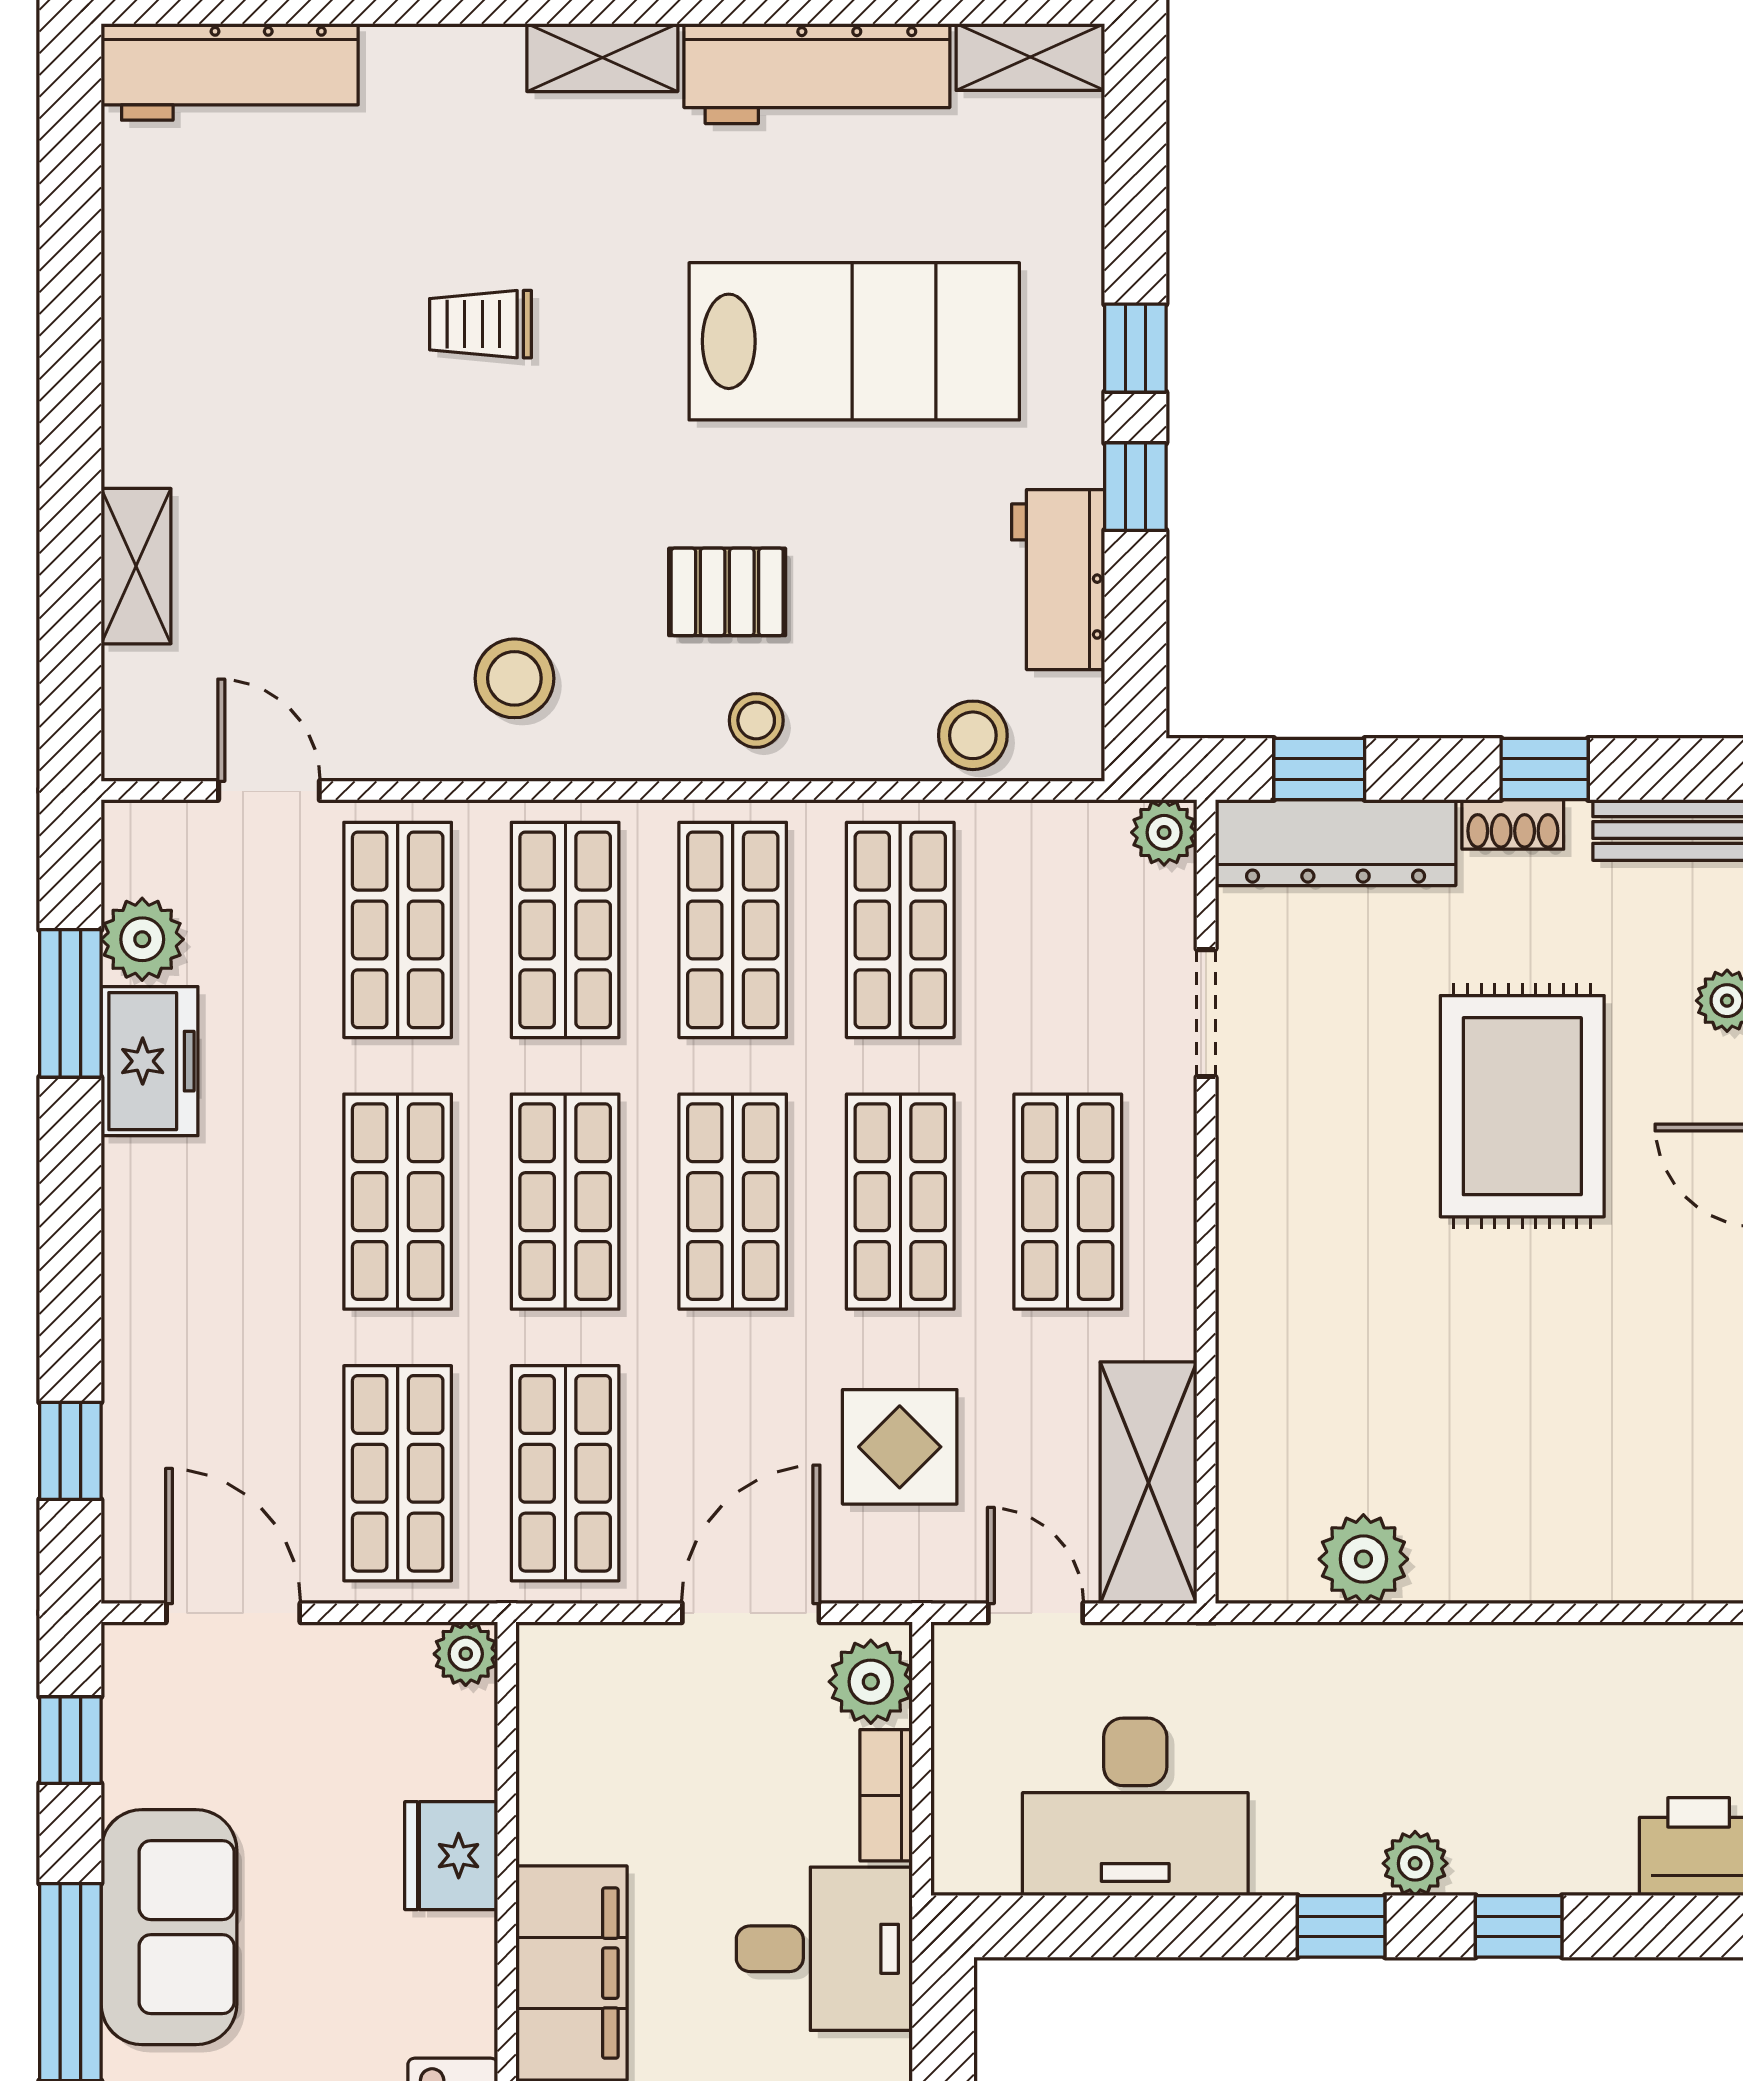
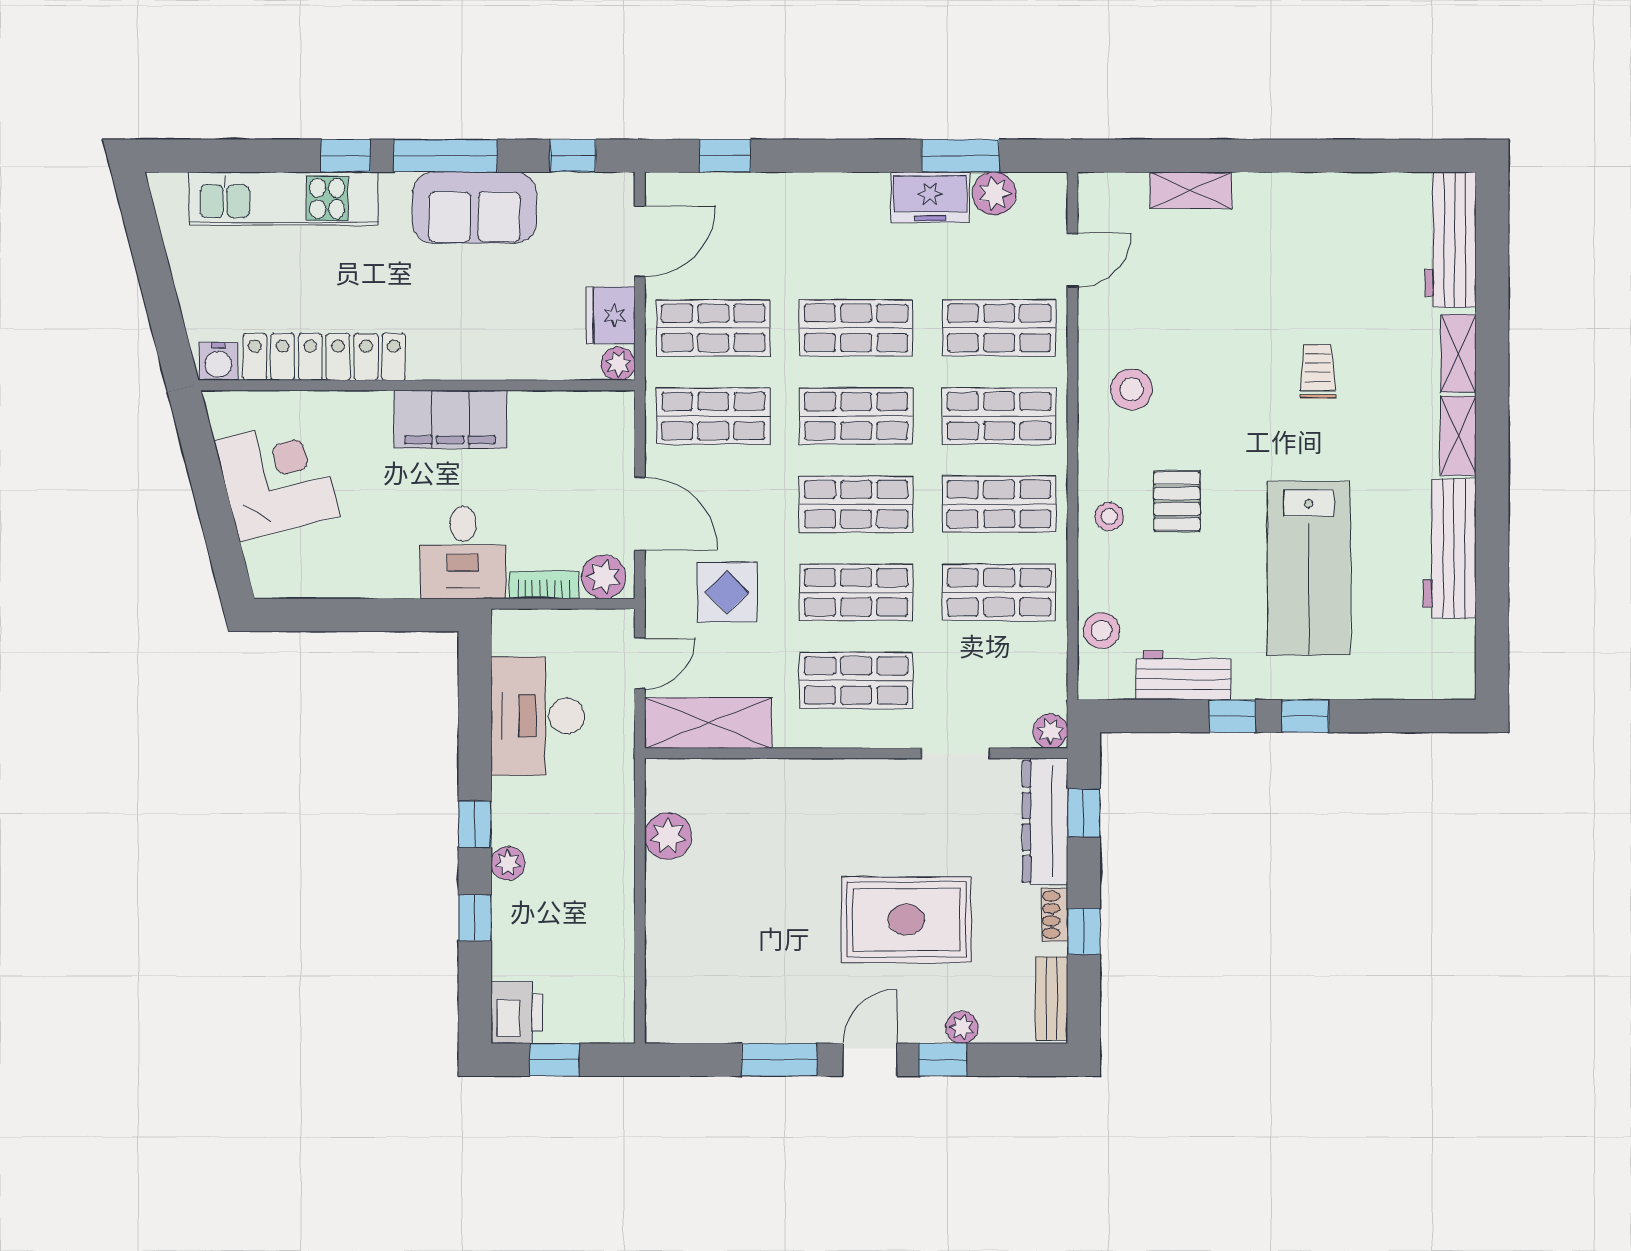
shelving: (1030, 57) -> (1458, 354), moved
fridge: (451, 1856) -> (611, 315), moved, turned -90

